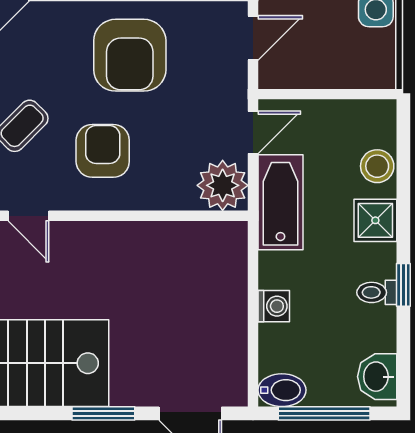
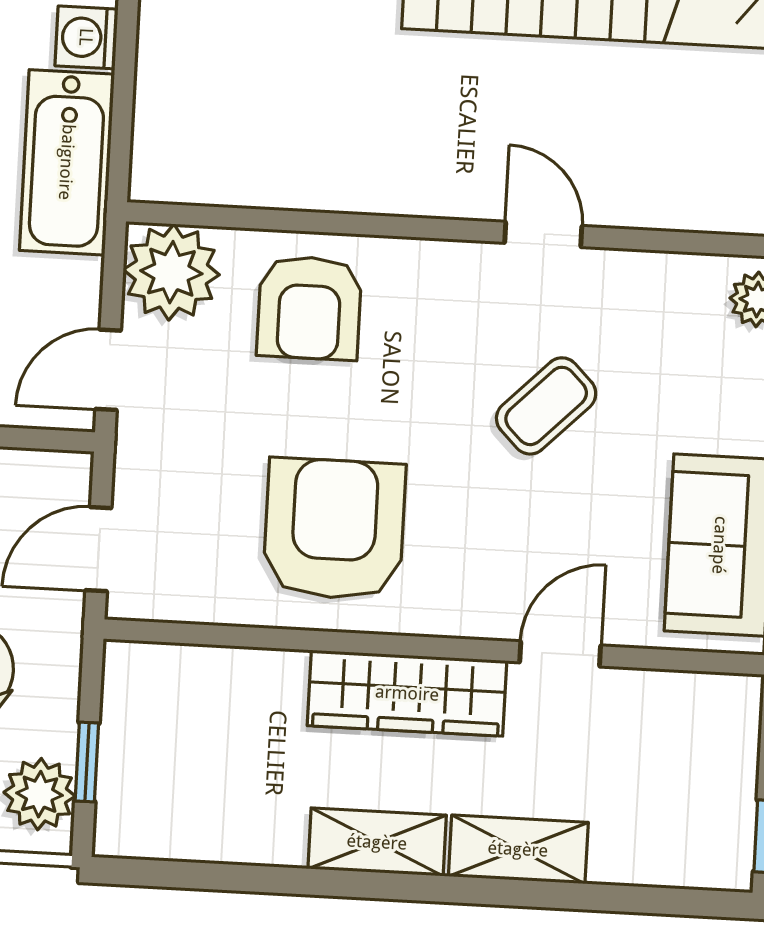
armchair: (103, 151) -> (309, 308), moved
bathtub: (280, 202) -> (67, 162), moved

